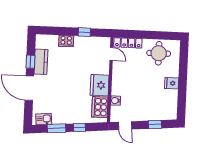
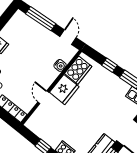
door: (111, 54) -> (43, 97), moved
window: (155, 124) -> (41, 19), width x2.17

